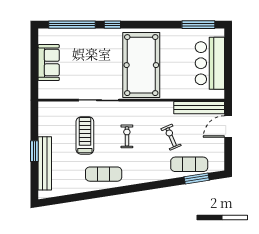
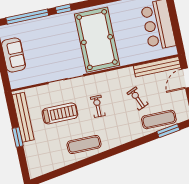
treadmill: (85, 135) -> (60, 113), turned 90
bench: (45, 163) -> (23, 117), moved

